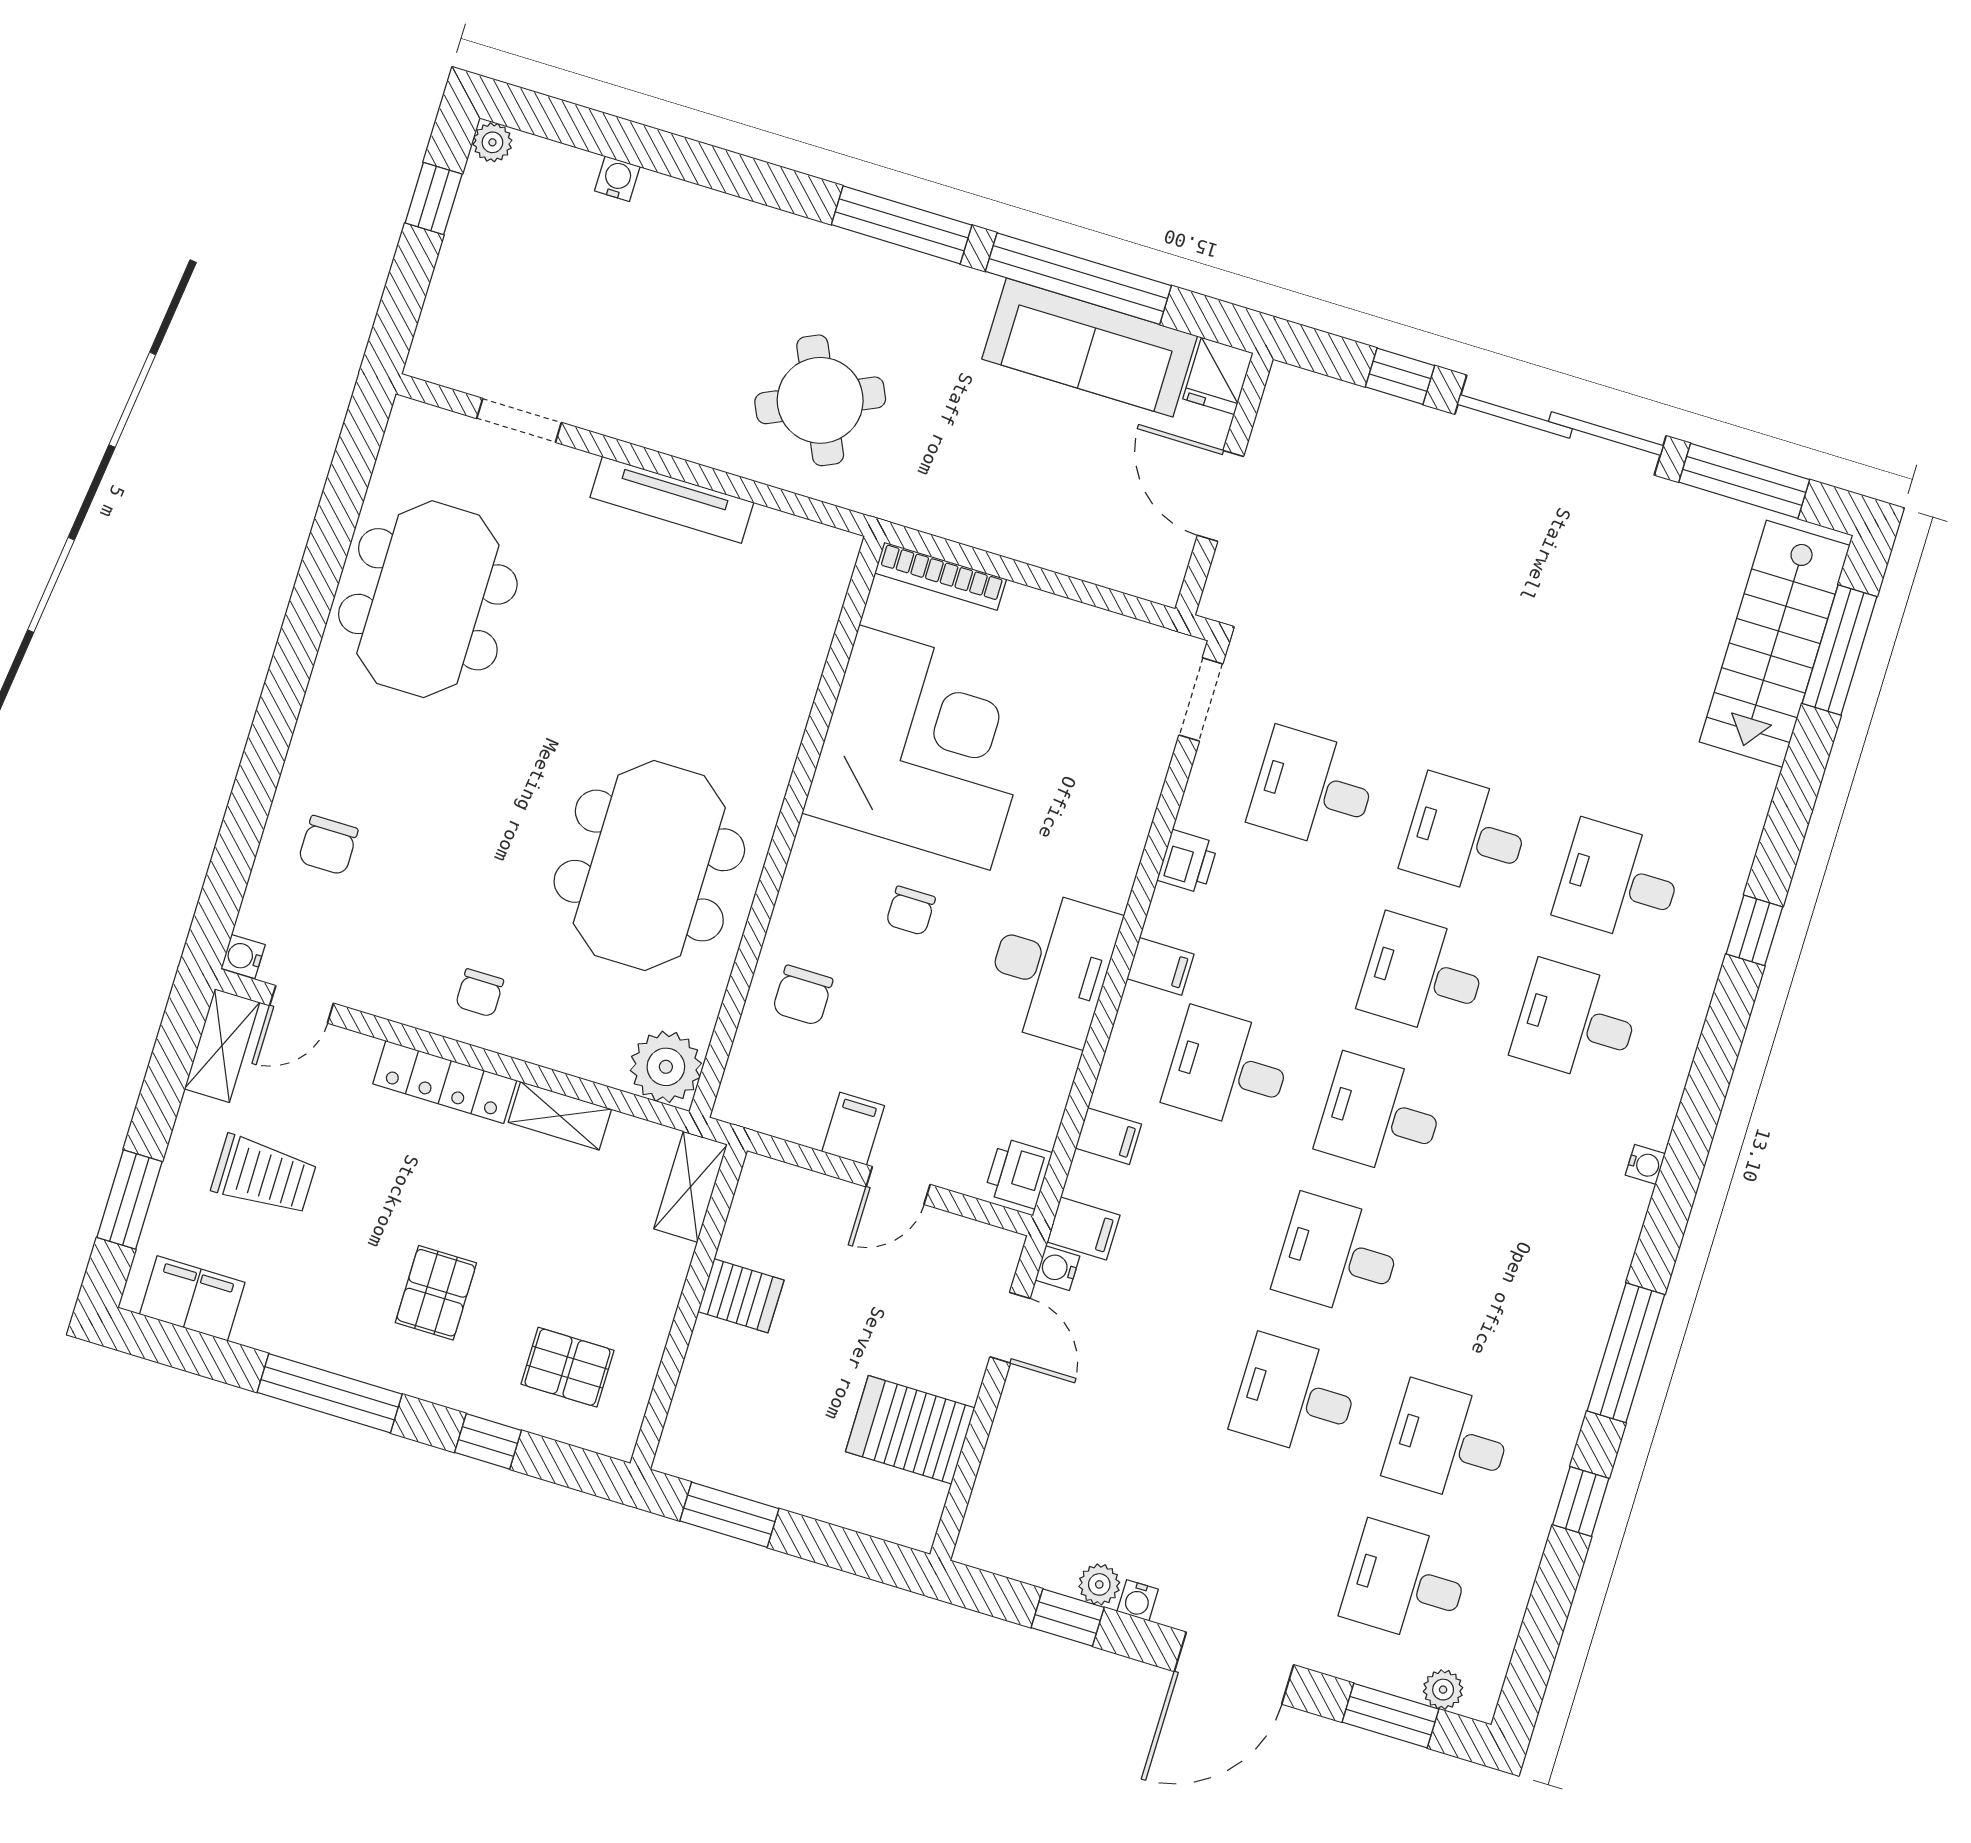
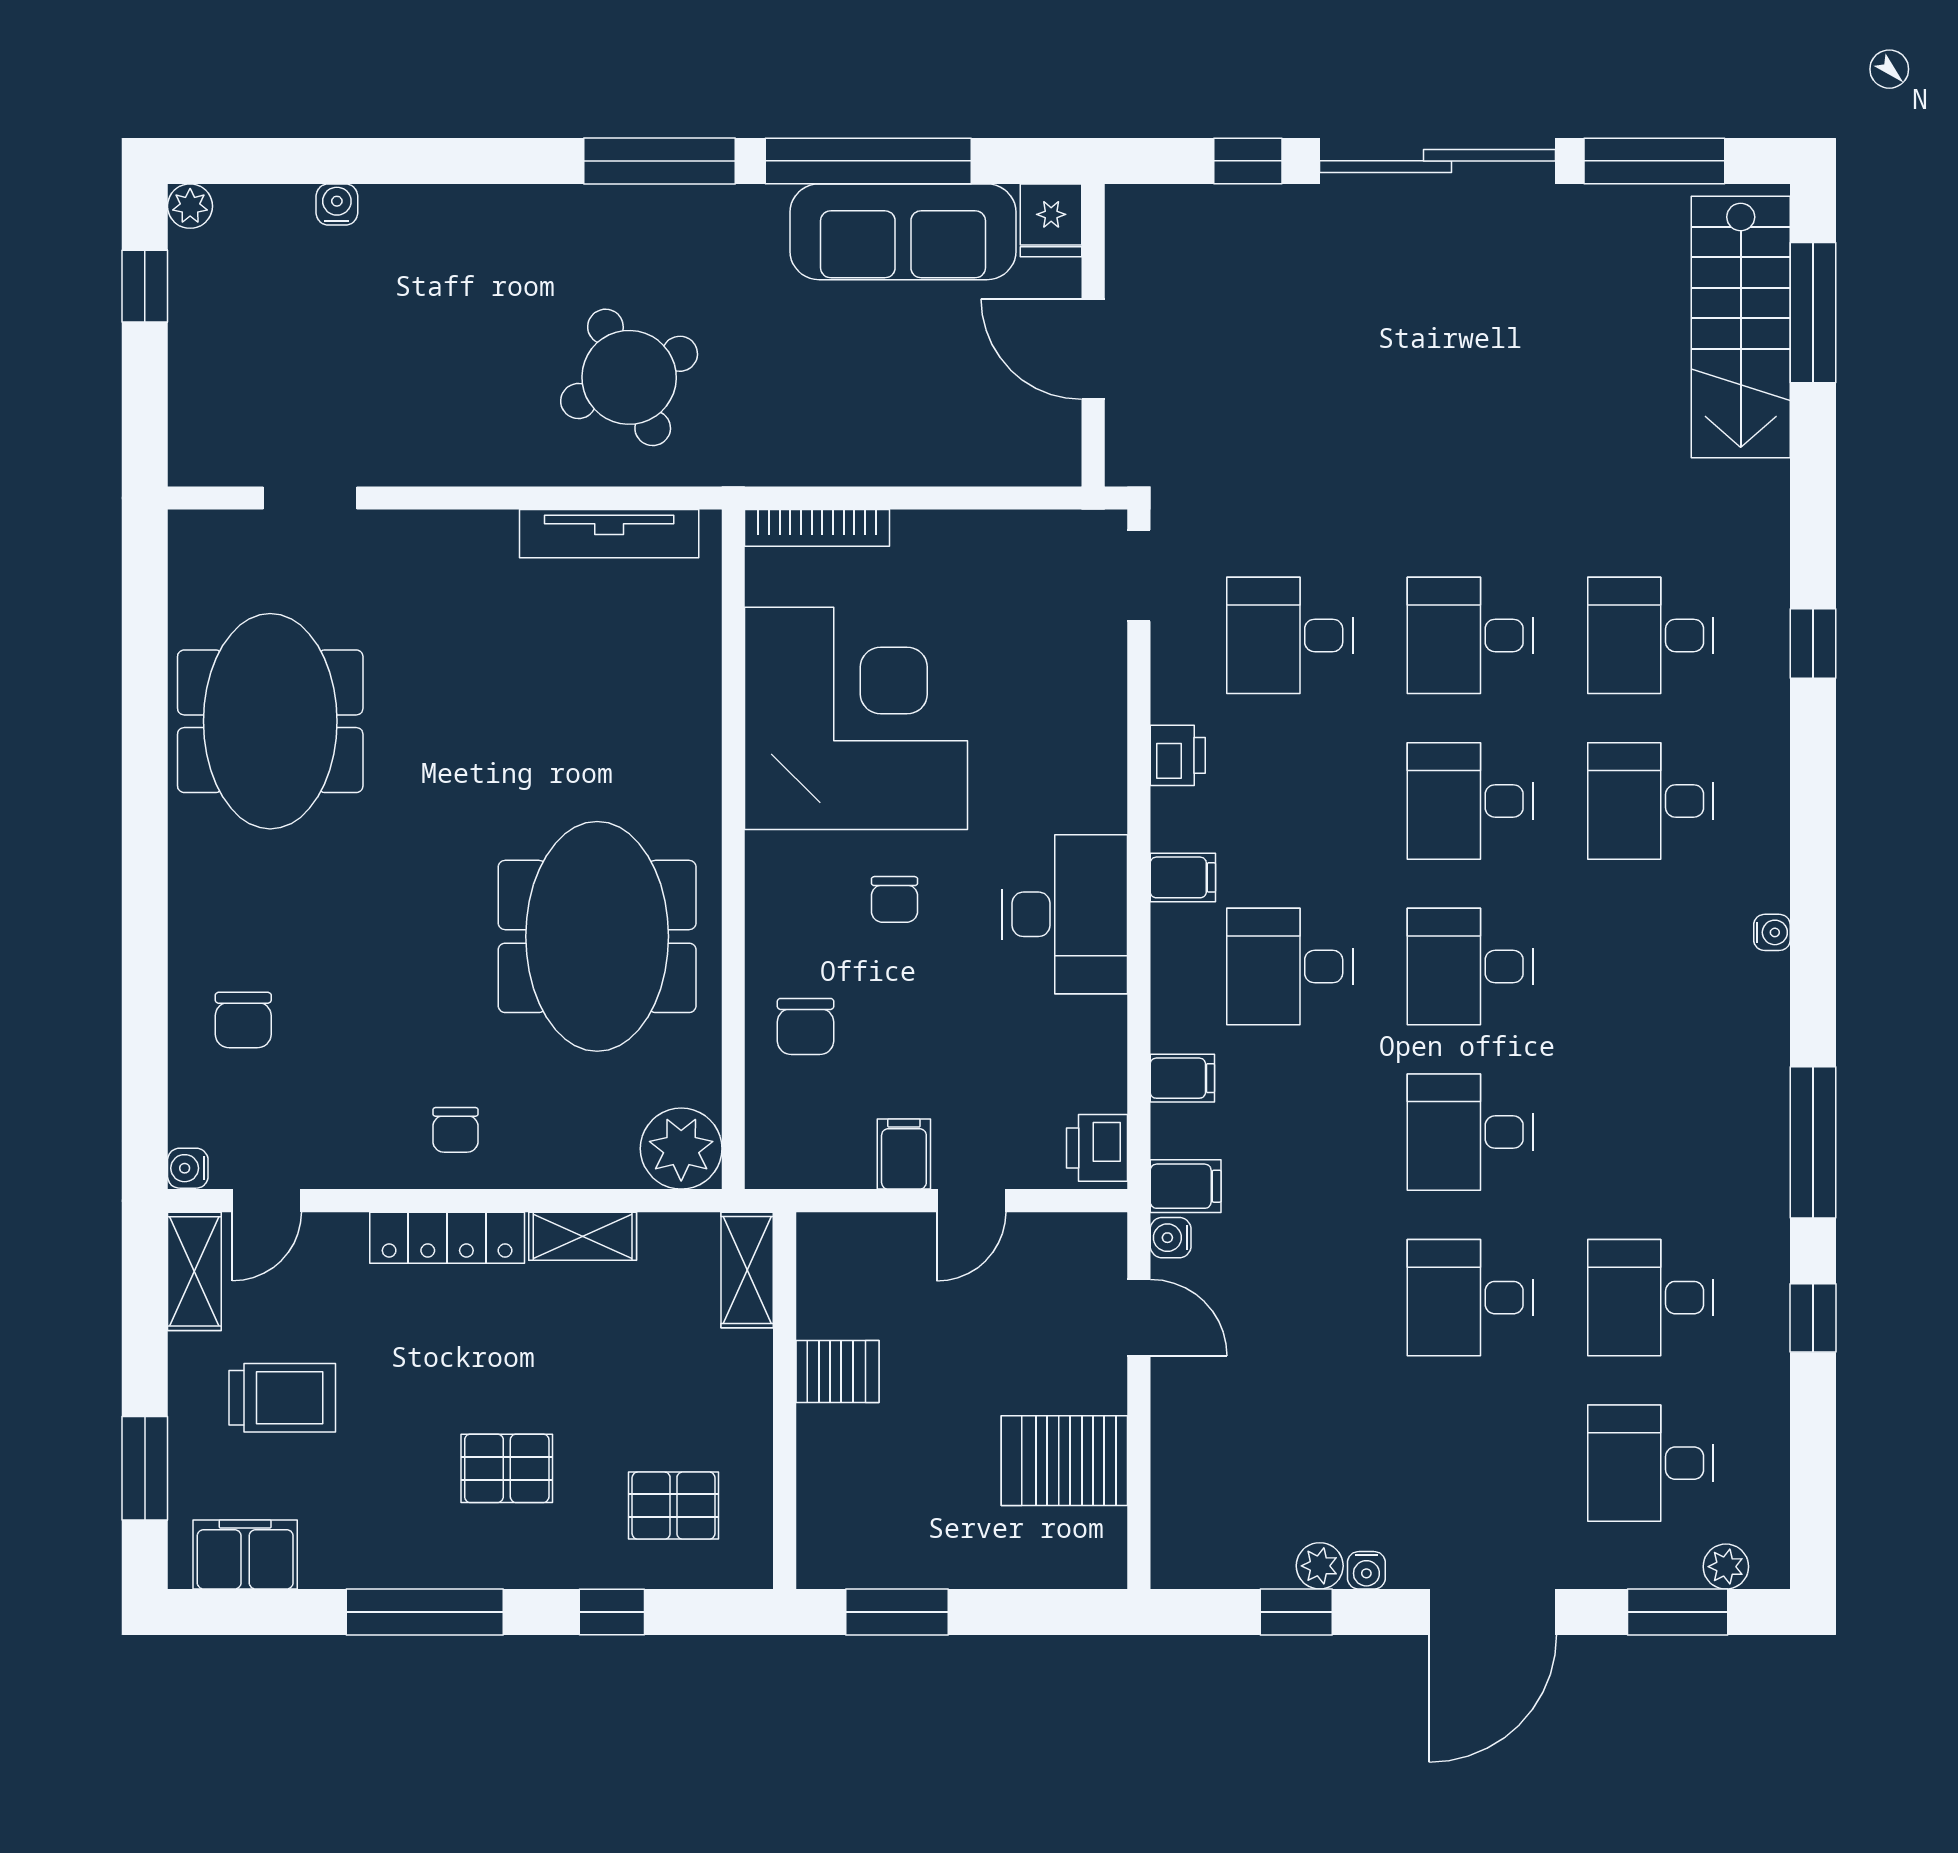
tv unit: (672, 500) -> (609, 534), moved
pallet: (436, 1293) -> (507, 1468), turned 90

